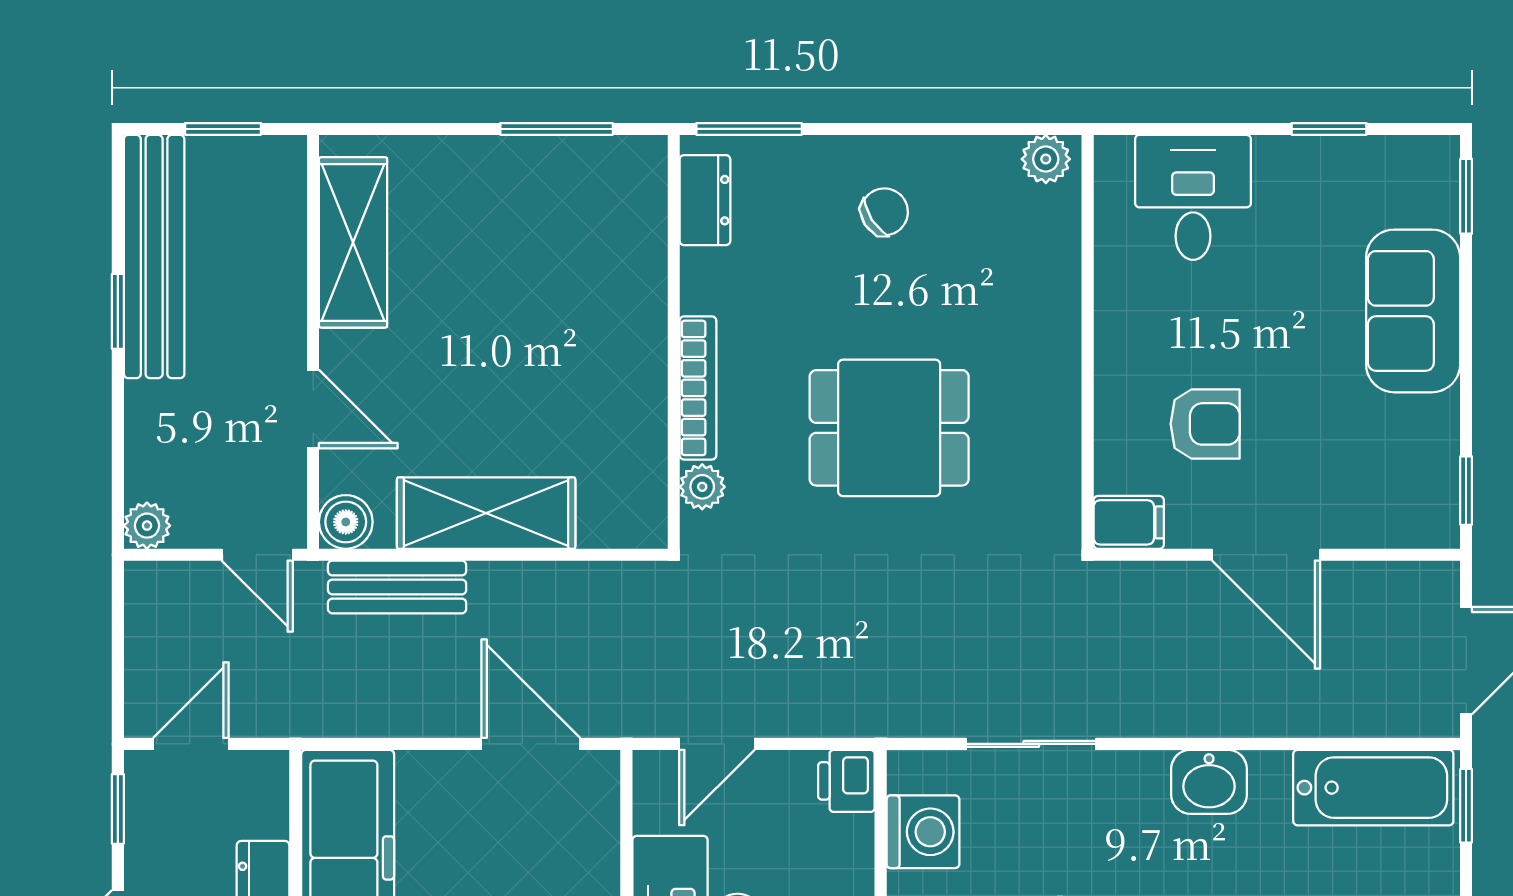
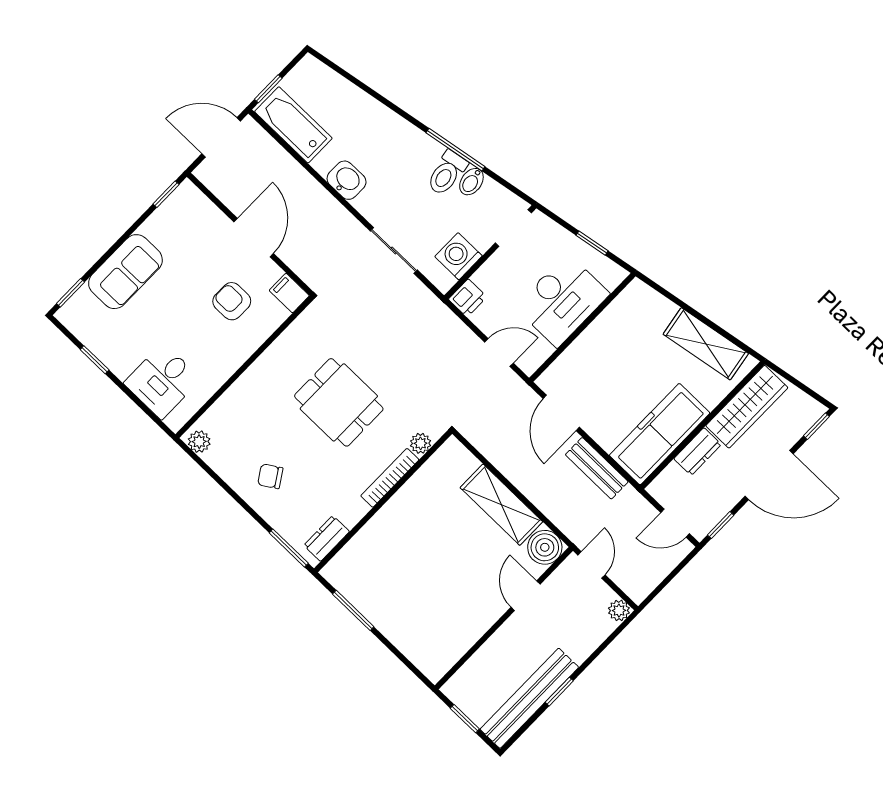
shelving: (353, 242) -> (458, 638), removed
boiler: (346, 522) -> (545, 547), width x1.36, depth x1.36
bench: (397, 587) -> (597, 468), moved

